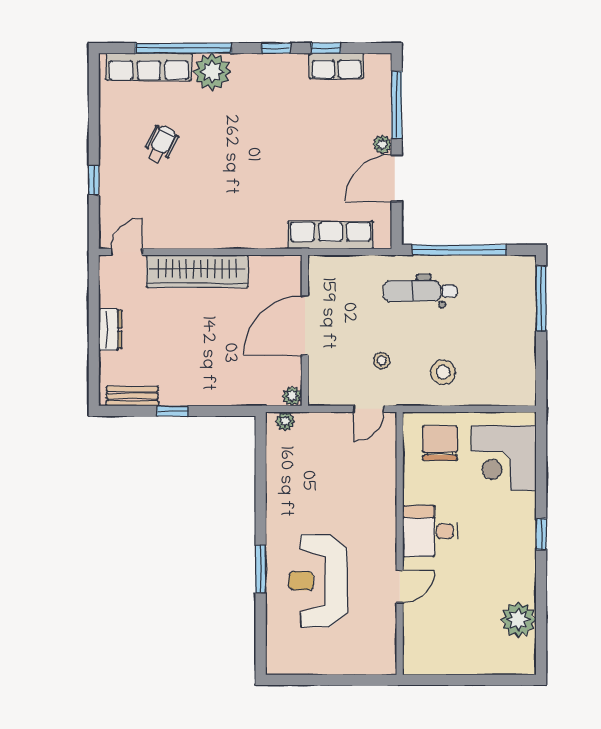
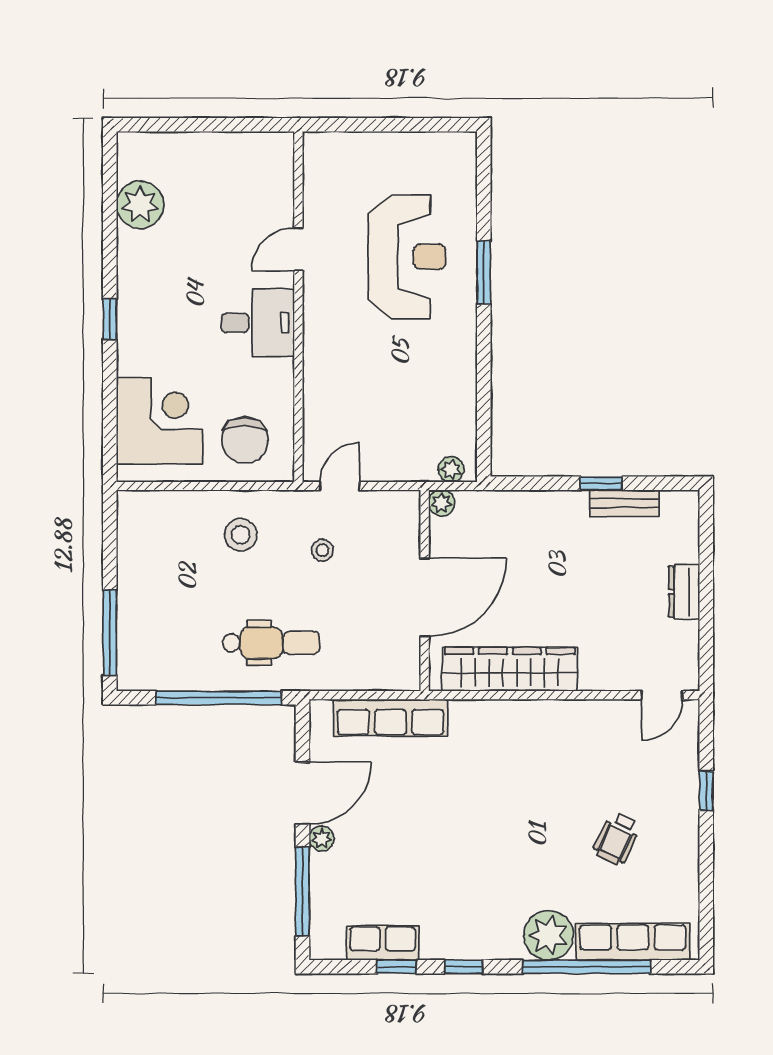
wardrobe: (197, 271) -> (510, 669), moved
bench: (132, 396) -> (624, 503), moved

